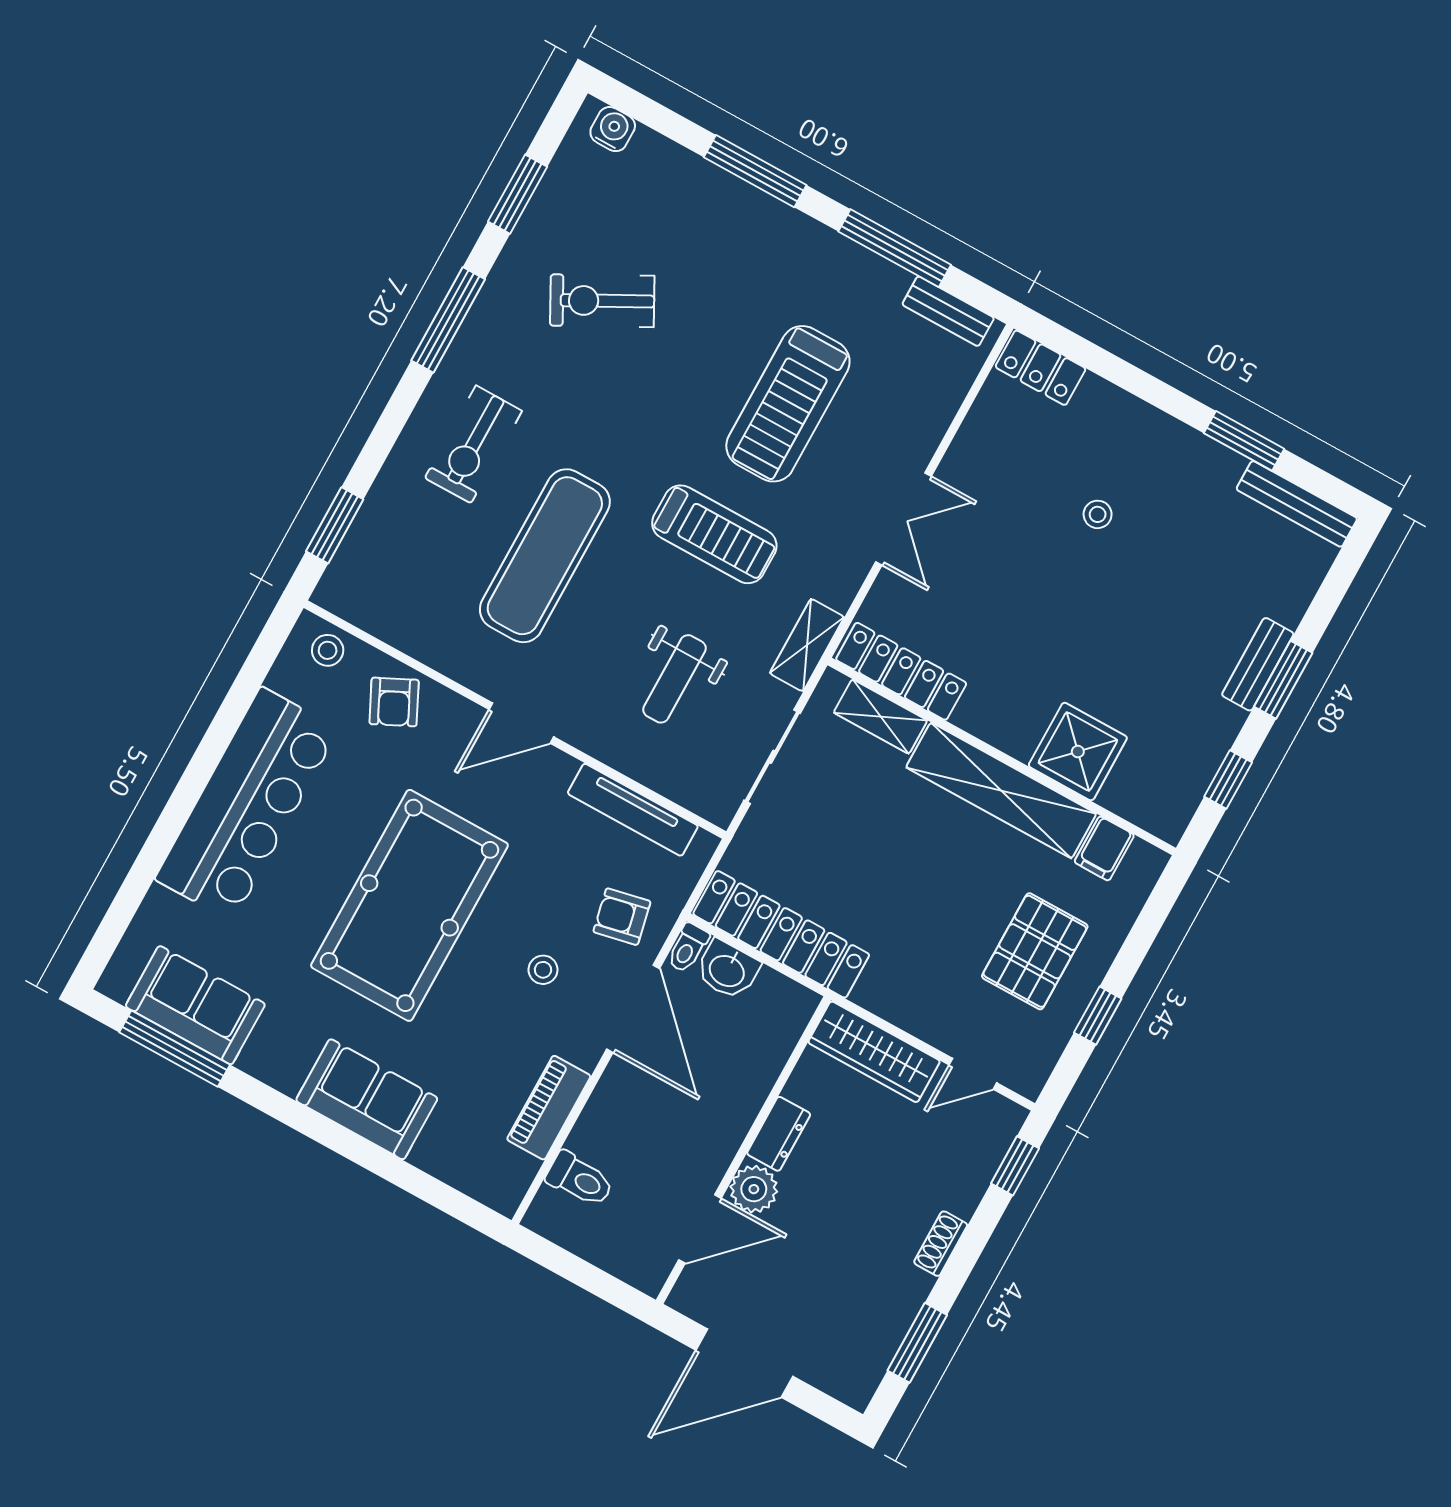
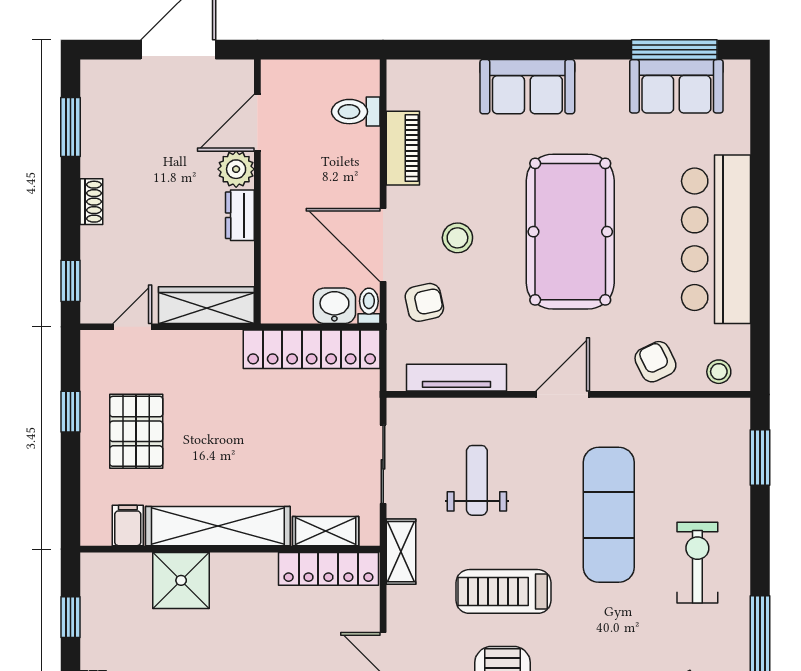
stool: (543, 970) -> (457, 238), width x1.37, depth x1.37

